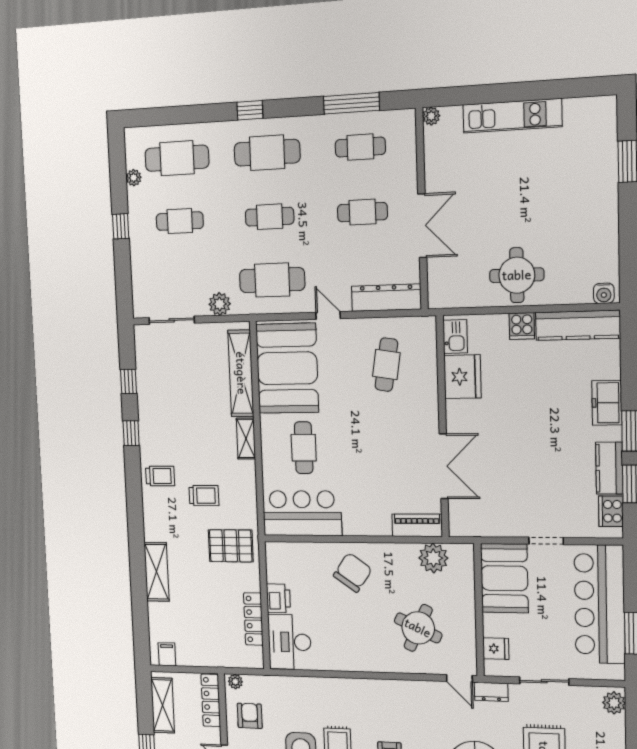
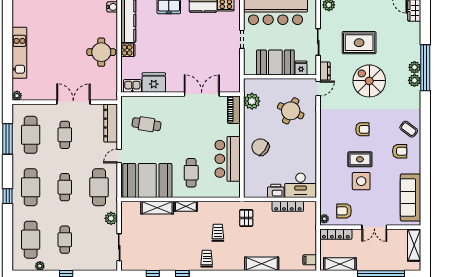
cafe table: (360, 147) -> (31, 135), width x1.37, depth x1.35
shelving: (241, 373) -> (157, 208), width x0.68
cafe table: (304, 448) -> (191, 173), turned 90
bar counter: (302, 513) -> (228, 159), moved
pallet: (231, 546) -> (246, 218), width x0.67, depth x0.71
booth: (504, 578) -> (275, 62), moved

